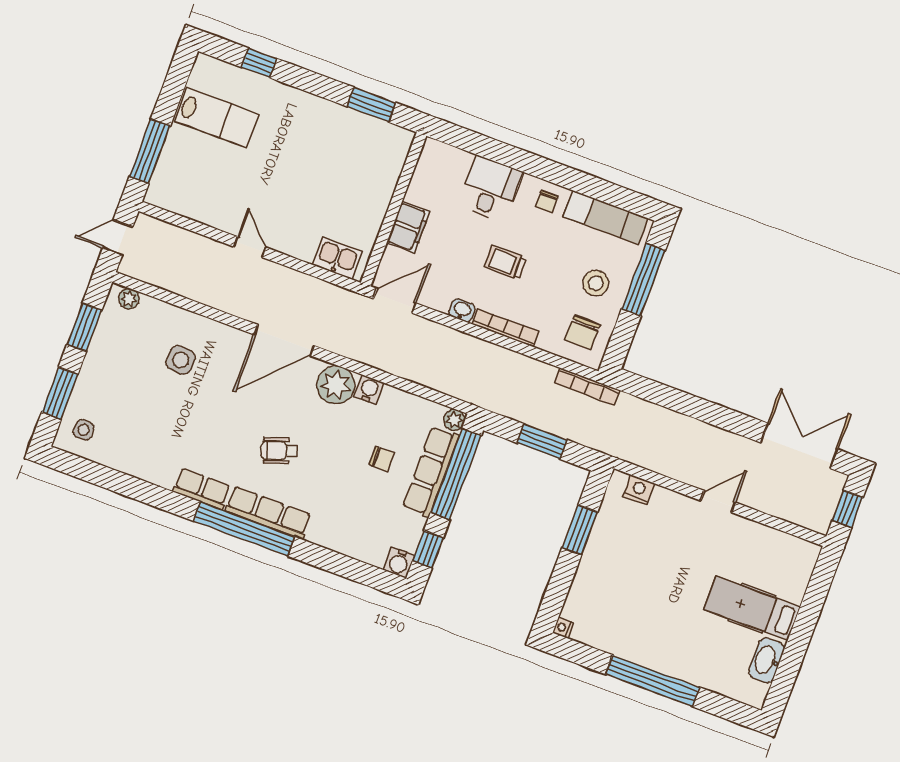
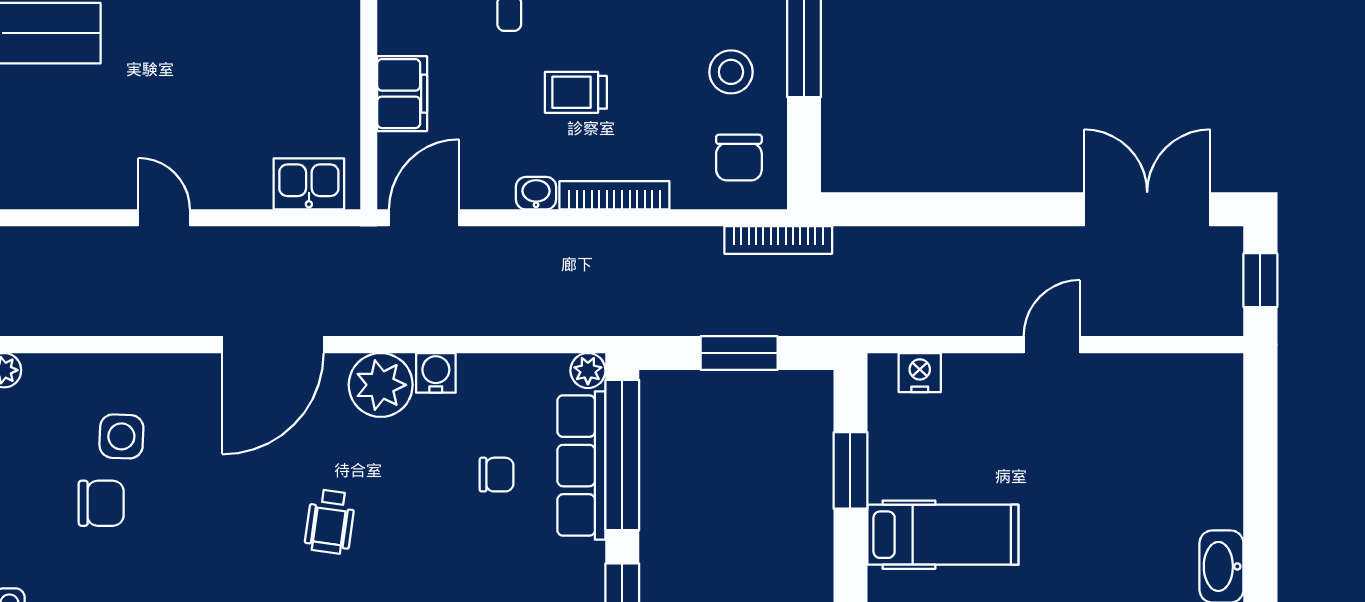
chair: (156, 393) -> (101, 503), added
wheelchair: (279, 451) -> (330, 522), turned -63
hospital bed: (752, 608) -> (943, 535), moved, turned 180

